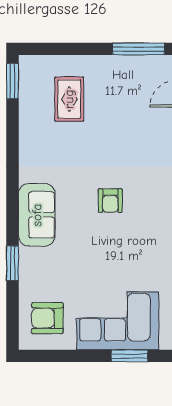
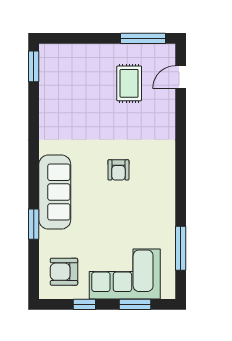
rug: (69, 99) -> (129, 83), moved
sofa: (37, 215) -> (55, 192), width x1.36
window: (71, 356) -> (84, 304), added

